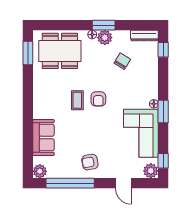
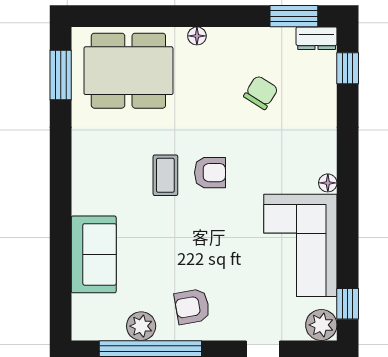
window: (104, 25) -> (294, 16), moved
dresser: (144, 36) -> (317, 38), width x0.70
plant: (105, 38) -> (224, 42), removed
armchair: (98, 99) -> (210, 173), turned -90
window: (163, 111) -> (348, 199), removed
plant: (40, 171) -> (141, 326), moved

